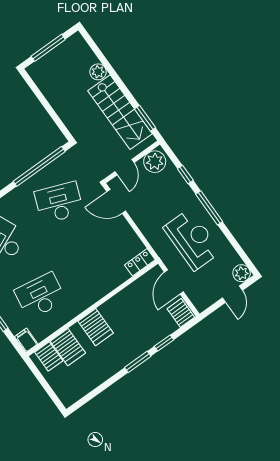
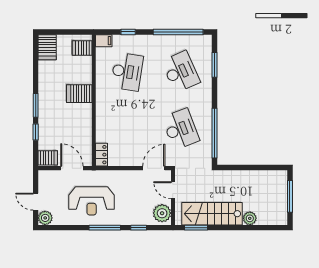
desk: (59, 203) -> (181, 129), turned -42
server rack: (68, 347) -> (47, 47), moved, turned -90

